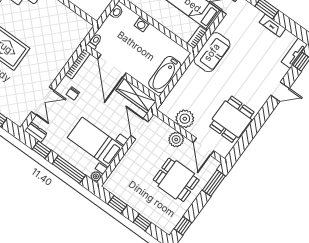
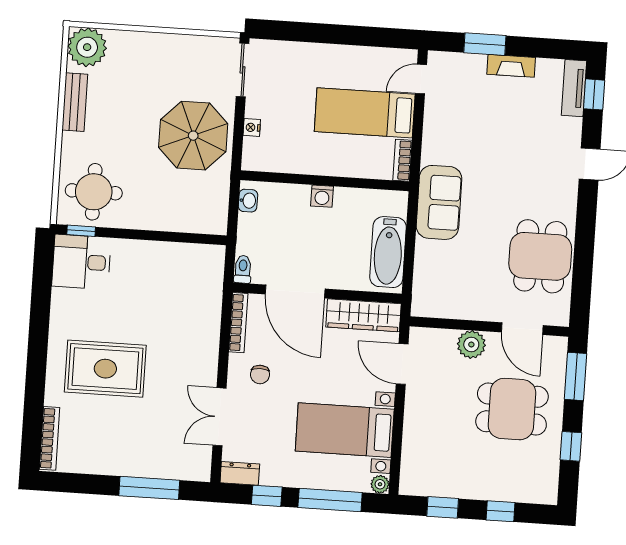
washing machine: (142, 24) -> (322, 196), moved
sofa: (212, 52) -> (439, 202), moved
double door: (43, 101) -> (220, 417), swing flipped
plant: (185, 119) -> (464, 303), removed
window: (183, 226) -> (571, 446), moved

